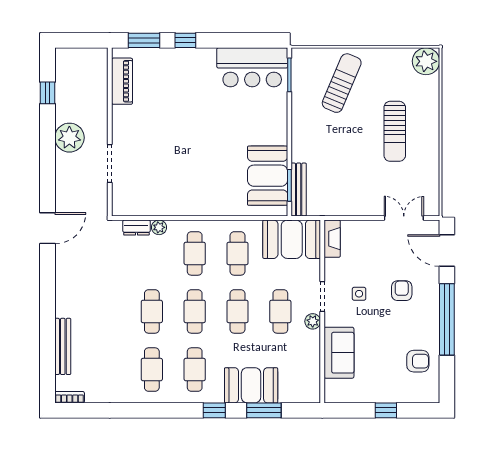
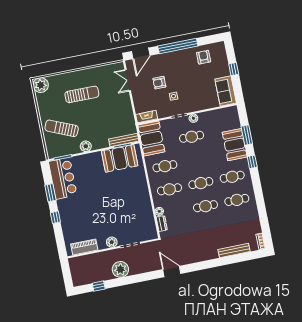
window: (144, 40) -> (50, 193), moved
plant: (301, 120) -> (86, 146), added
plant: (121, 132) -> (112, 242), added
armchair: (402, 291) -> (159, 83), moved
cafe table: (237, 311) -> (196, 160), removed
sofa: (339, 353) -> (226, 91), moved, turned -90

